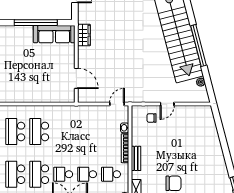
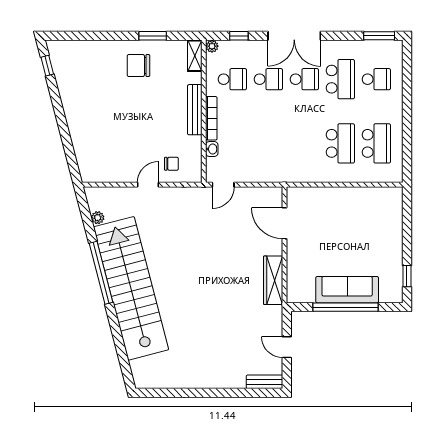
sofa: (54, 34) -> (347, 290), moved
wardrobe: (84, 35) -> (273, 280), width x1.50
bench: (136, 158) -> (195, 110), width x1.36
school desk: (15, 174) -> (376, 79), width x0.54

